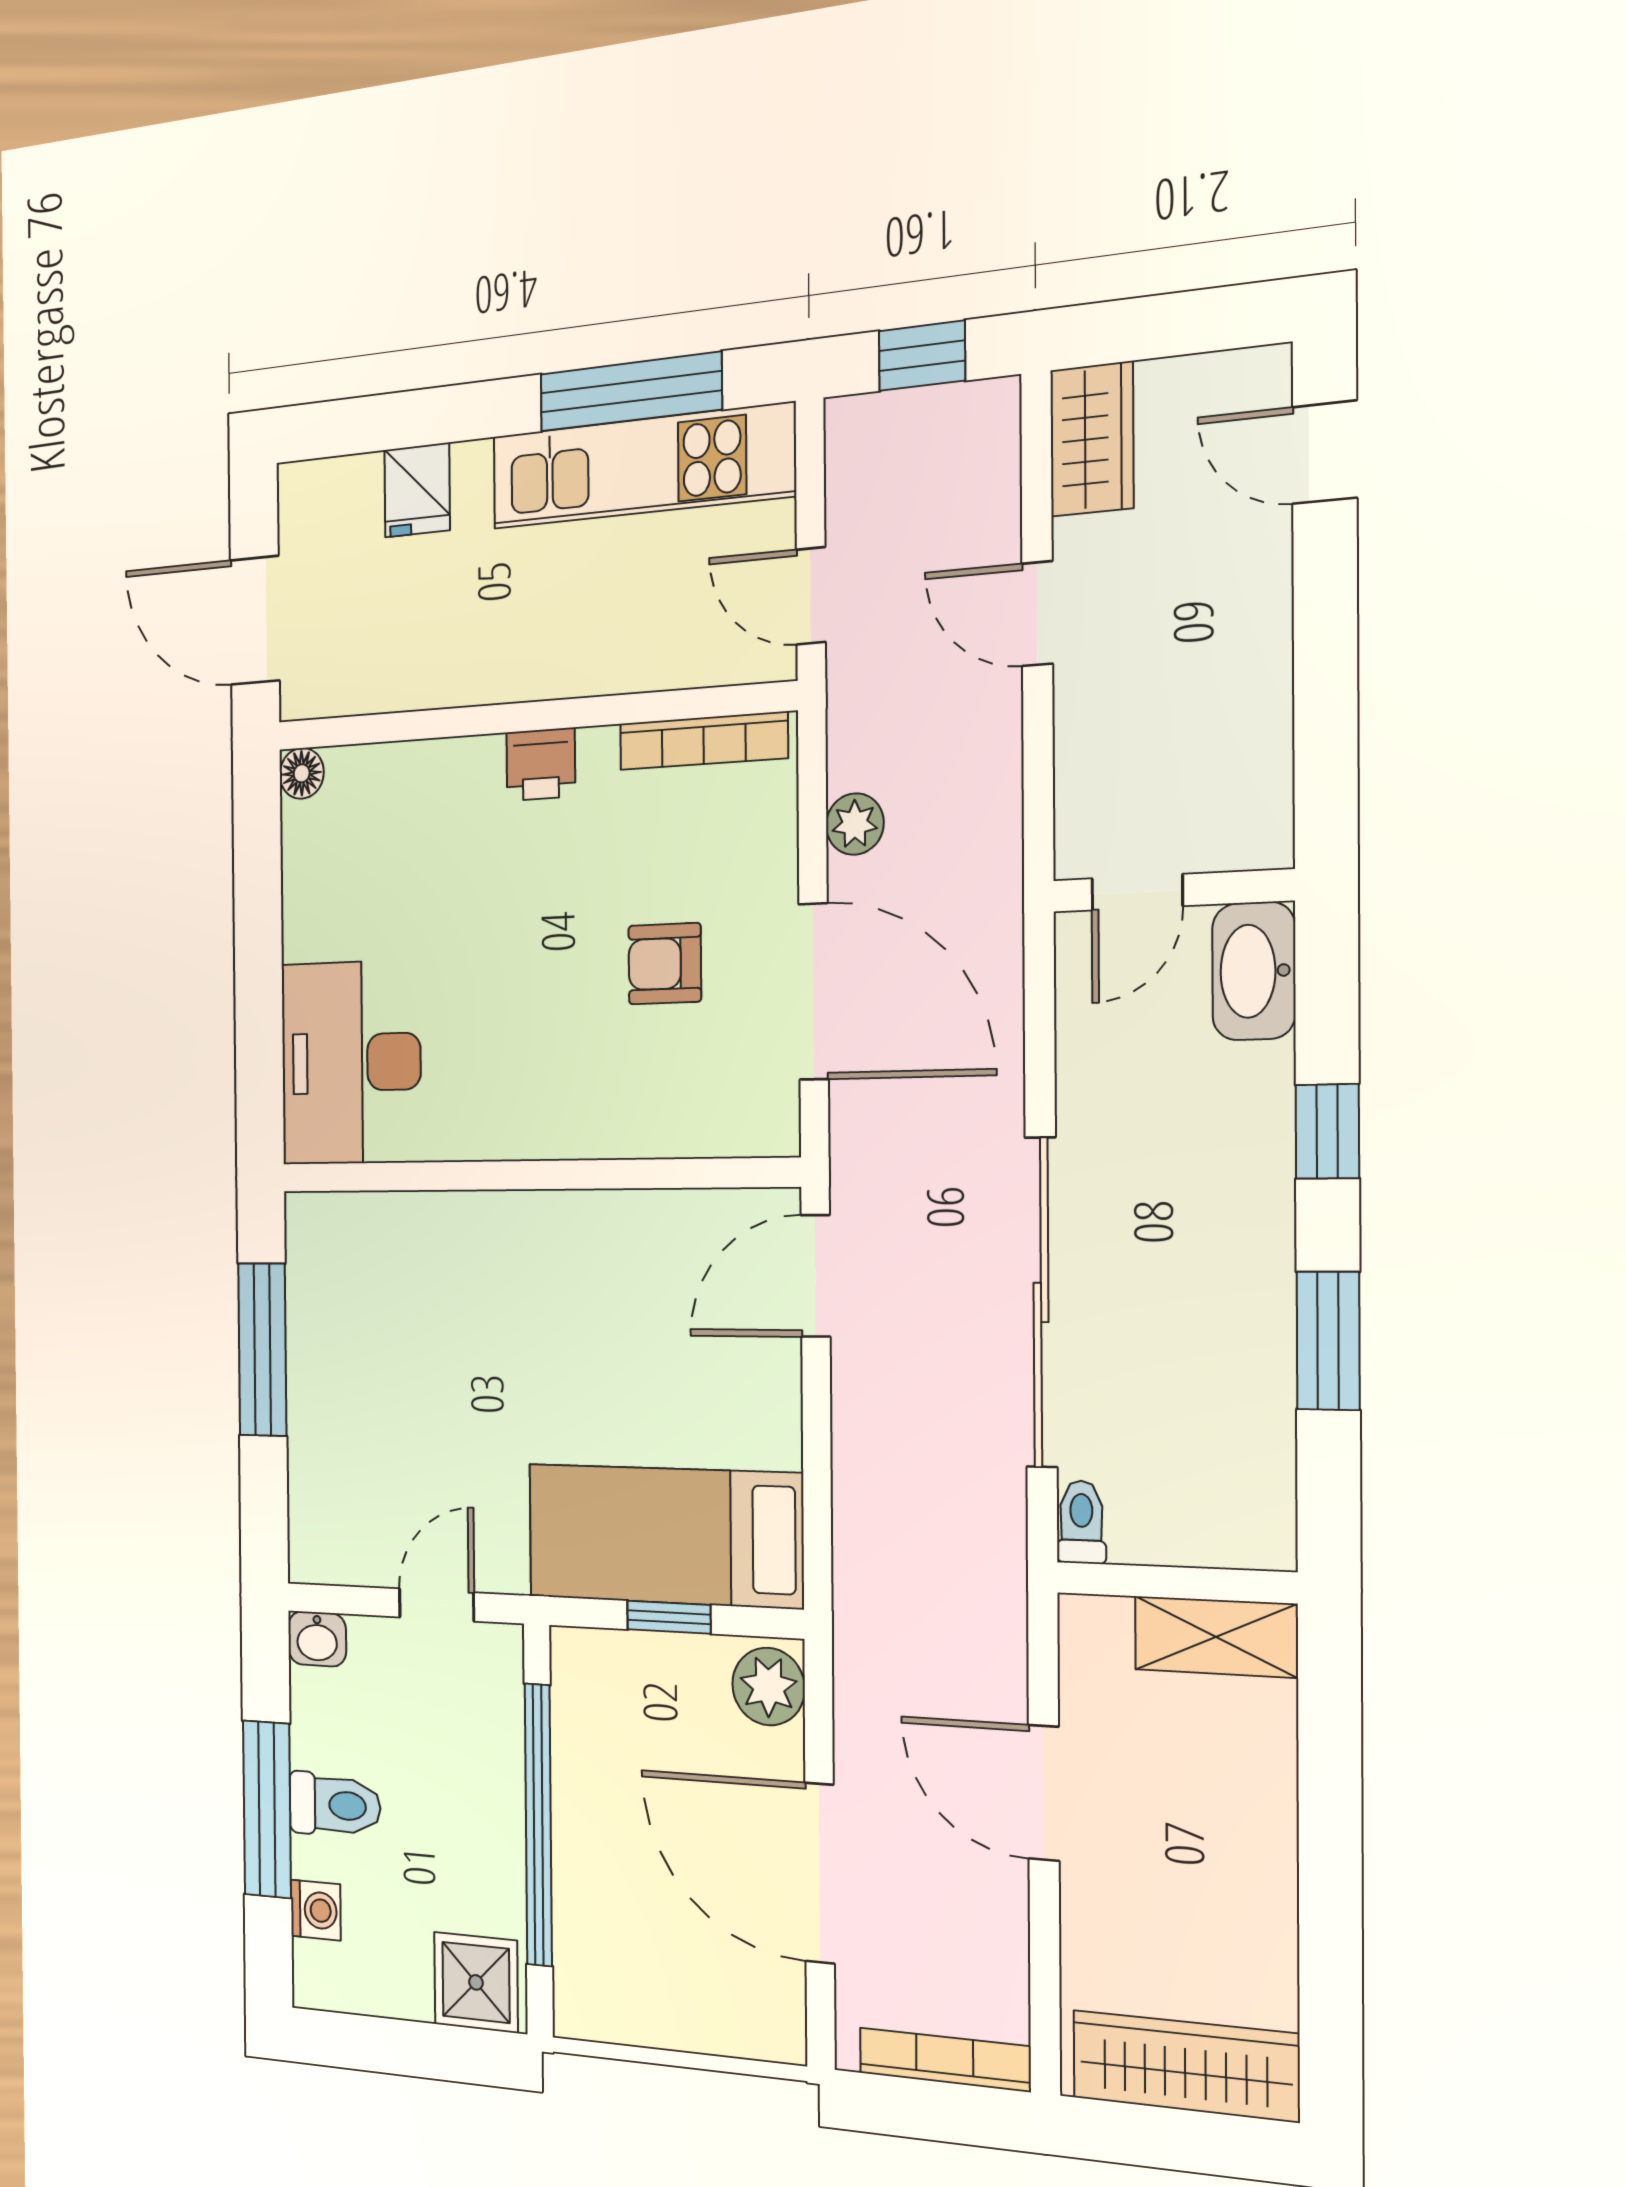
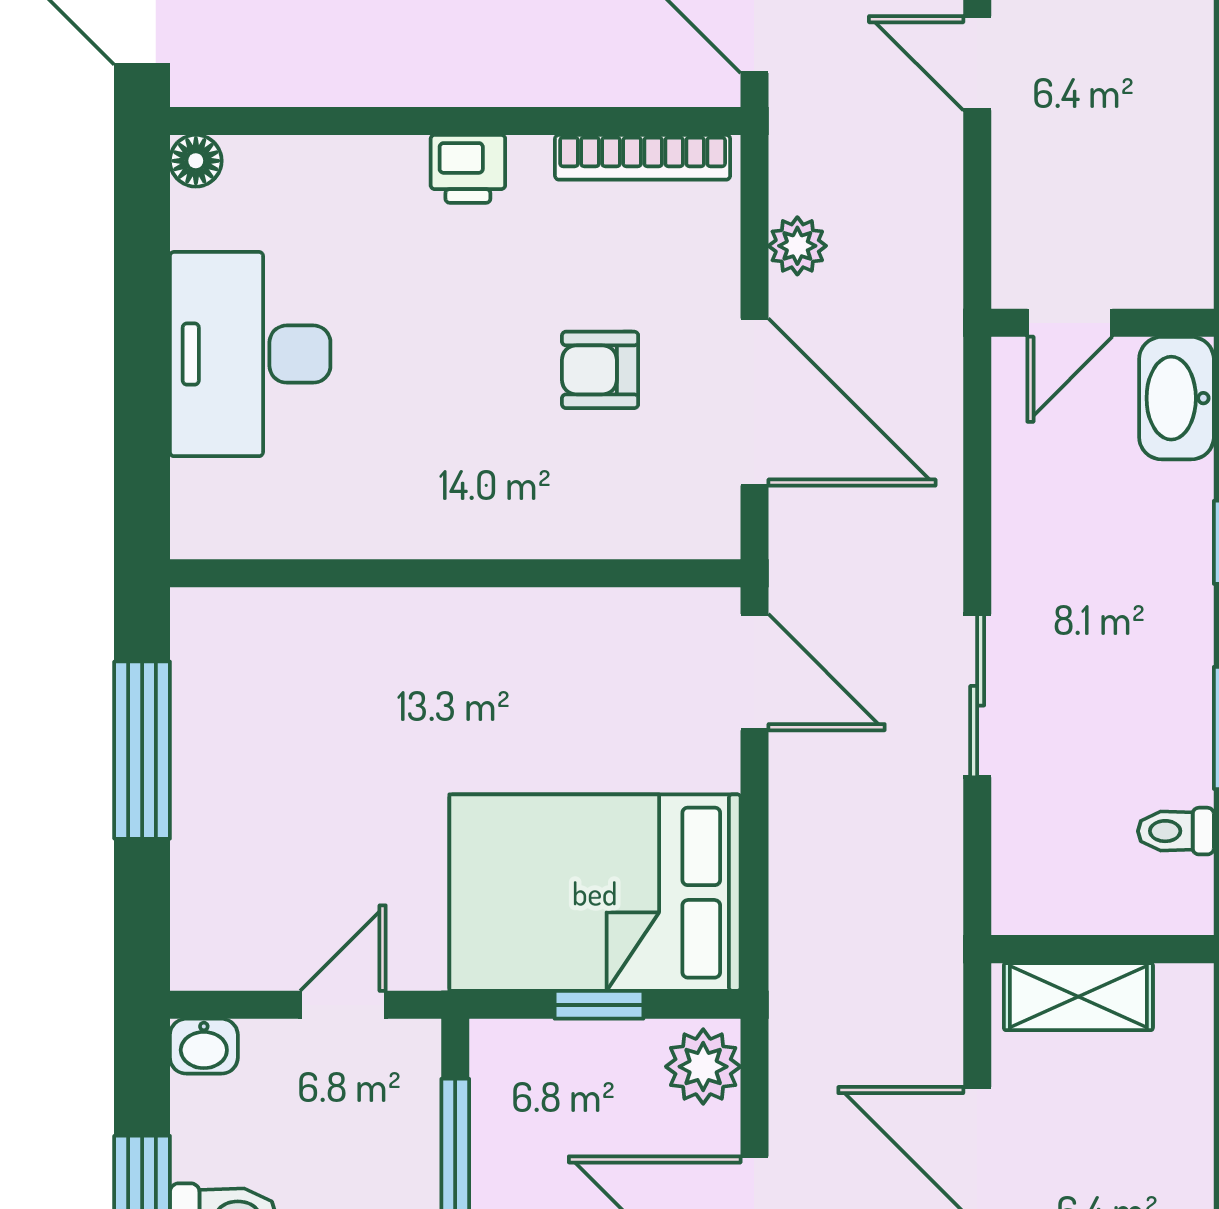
desk: (351, 1063) -> (250, 354), moved
door: (816, 1276) -> (754, 672), swing flipped
sliding door: (1041, 1302) -> (977, 696), width x0.54
toilet: (1081, 1522) -> (1176, 831), moved, turned -90
bed: (664, 1536) -> (595, 893), width x1.50
shelving: (1216, 1637) -> (1078, 997), moved

